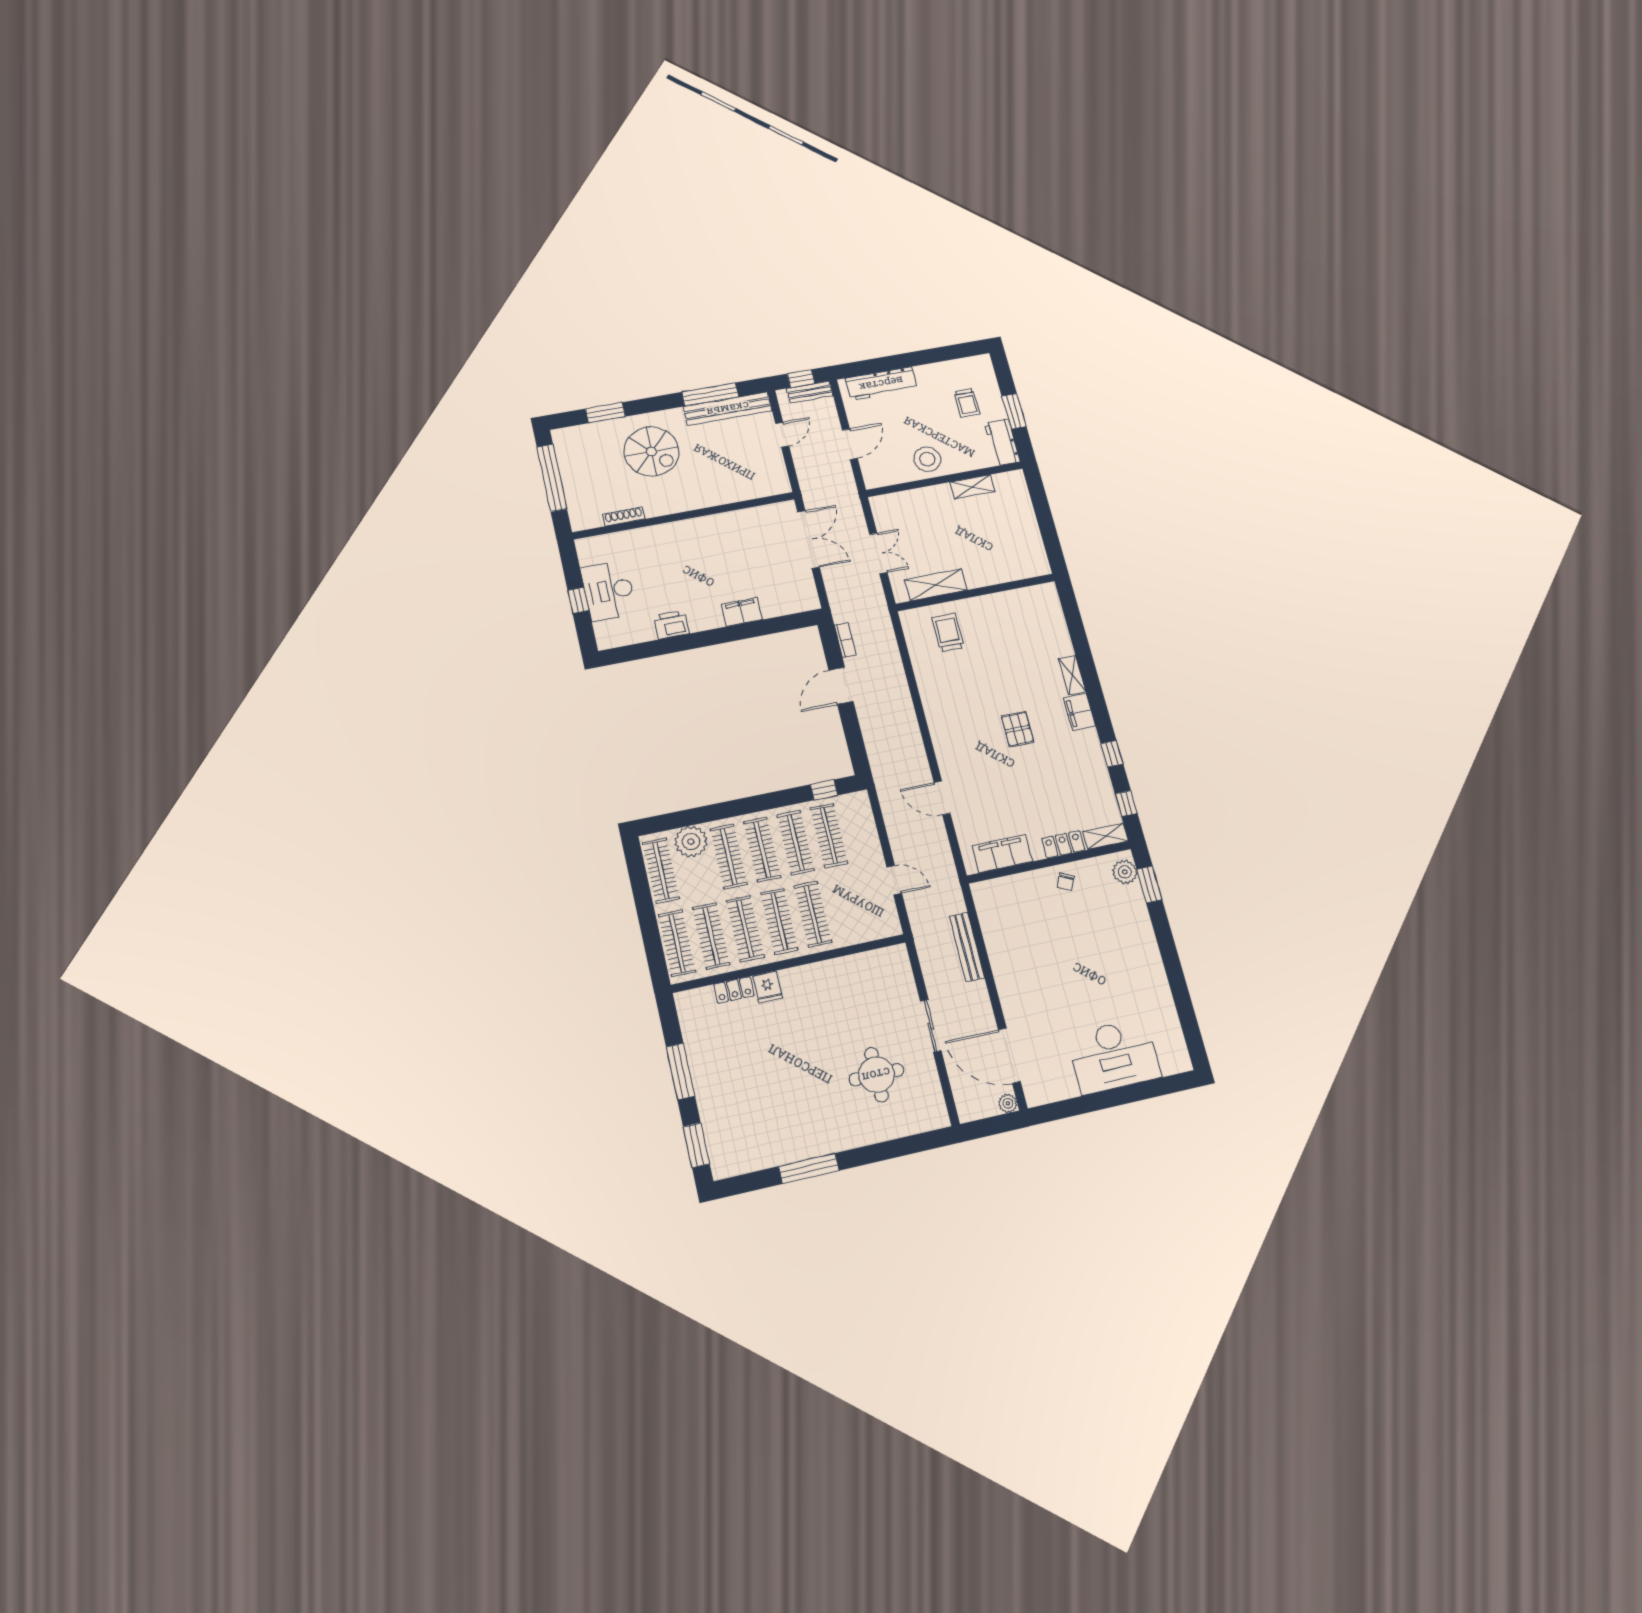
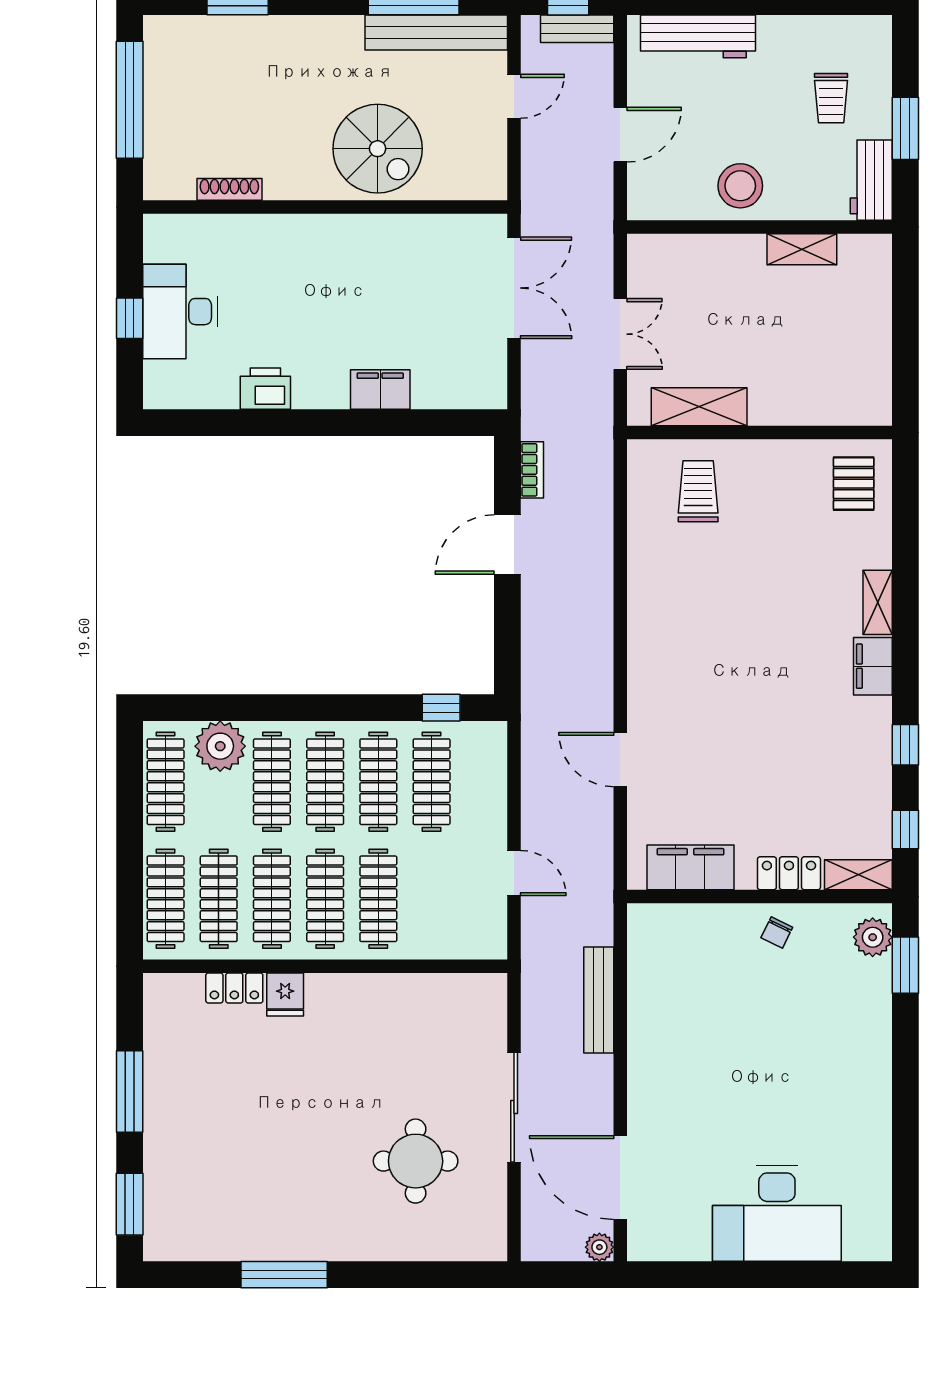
spiral stairs: (652, 451) -> (378, 149), moved
pallet: (1018, 729) -> (854, 484), moved
sliding door: (931, 1026) -> (514, 1107), width x1.37

